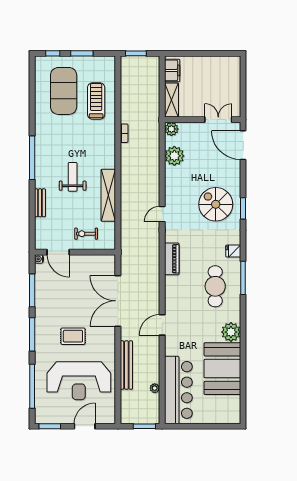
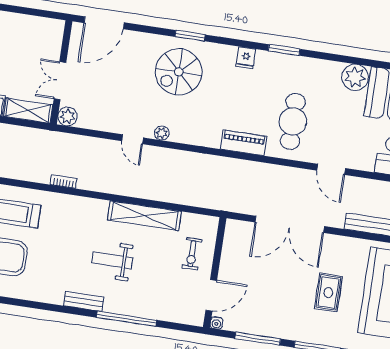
double door: (218, 120) -> (60, 81), moved
plant: (174, 156) -> (162, 133), moved, width x0.53, depth x0.53
window: (32, 158) -> (127, 319), moved
bench: (40, 203) -> (84, 301), moved
door: (162, 214) -> (133, 139), moved
window: (243, 278) -> (284, 50), width x0.69
cafe table: (215, 286) -> (293, 121), moved, turned 90

